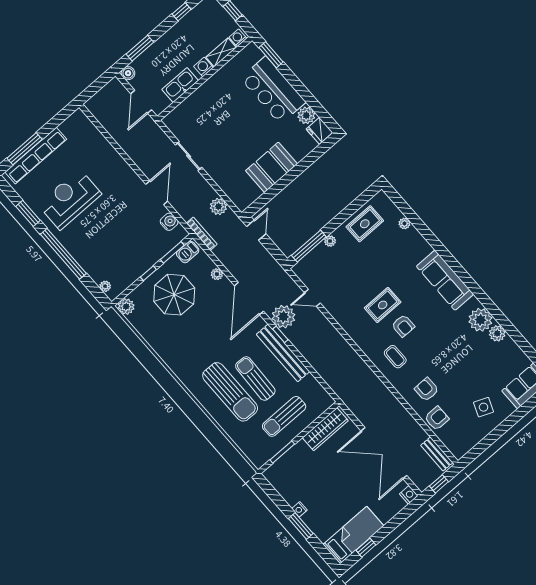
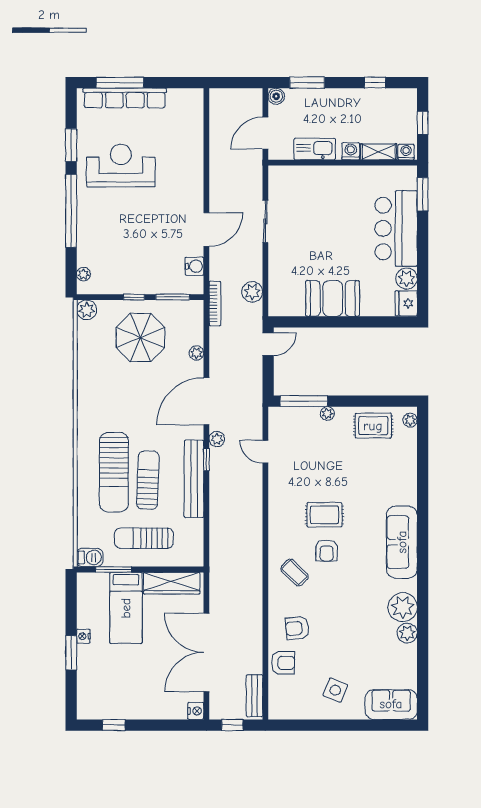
plant: (404, 223) -> (410, 420), moved
barbecue: (188, 252) -> (90, 557), moved, turned 180
plant: (283, 317) -> (217, 439), width x0.53, depth x0.53
coffee table: (395, 357) -> (294, 573), turned -46
armchair: (427, 389) -> (297, 628), turned -96
bed: (353, 535) -> (126, 608), moved, turned 90

